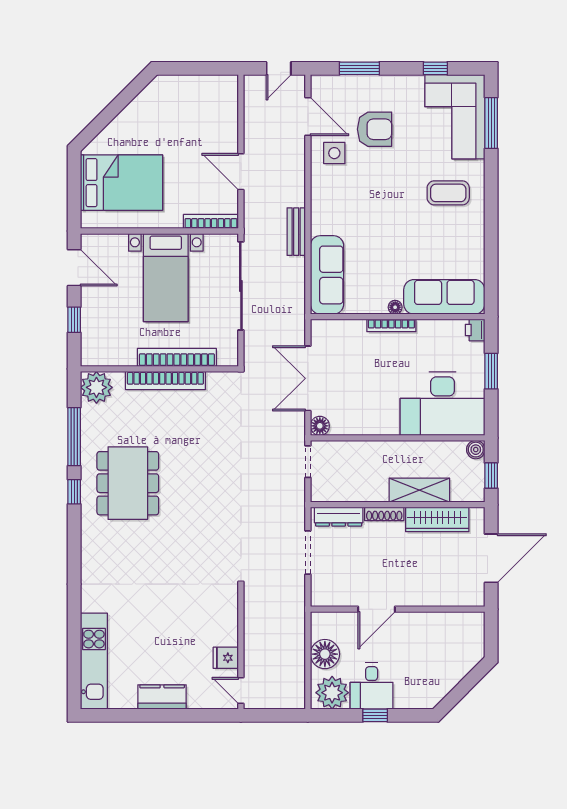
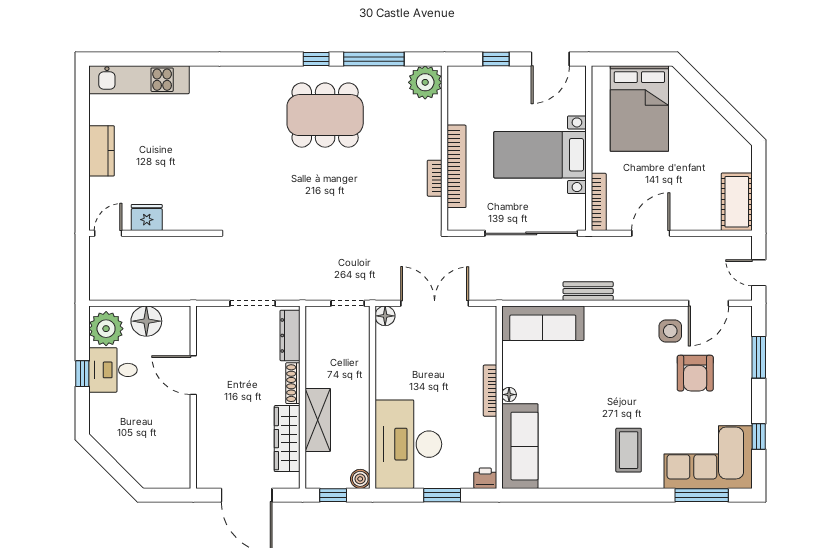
cot: (211, 89) -> (737, 202), added
bookcase: (165, 380) -> (435, 178), width x0.43, depth x0.76
fridge: (226, 658) -> (147, 217), width x1.38

